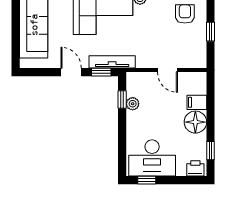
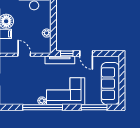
armchair: (185, 14) -> (13, 91), removed
window: (122, 99) -> (53, 36), removed

